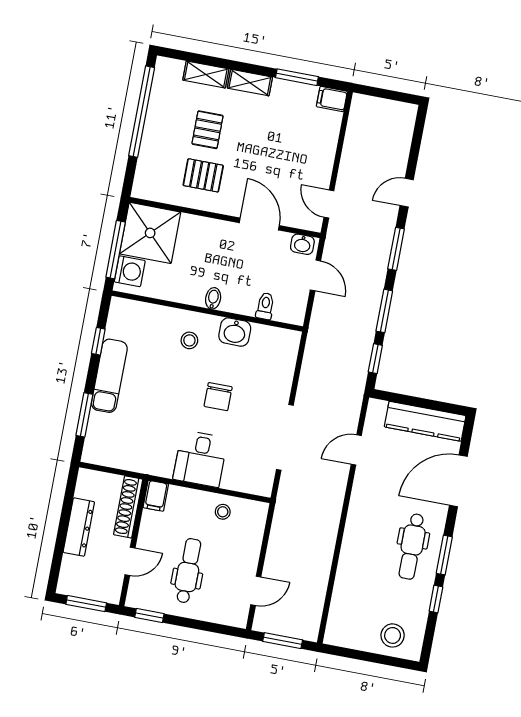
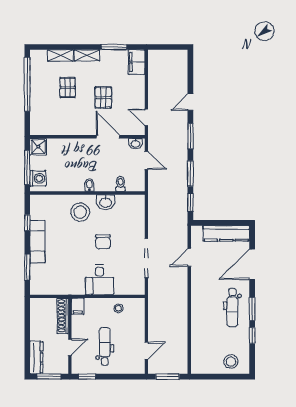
filing cabinet: (332, 99) -> (137, 62), width x2.00
pallet: (203, 175) -> (103, 97), moved, turned 90
shower: (150, 233) -> (38, 147), width x0.54, depth x0.54
stool: (189, 340) -> (80, 212), width x1.89, depth x1.89
dresser: (79, 527) -> (36, 357), moved

